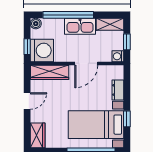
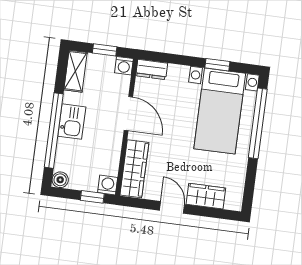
kitchen sink: (80, 26) -> (72, 122), width x0.73
washing machine: (42, 50) -> (108, 185), width x0.53, depth x0.53
dresser: (118, 90) -> (152, 69), moved
wardrobe: (38, 135) -> (206, 196), moved

